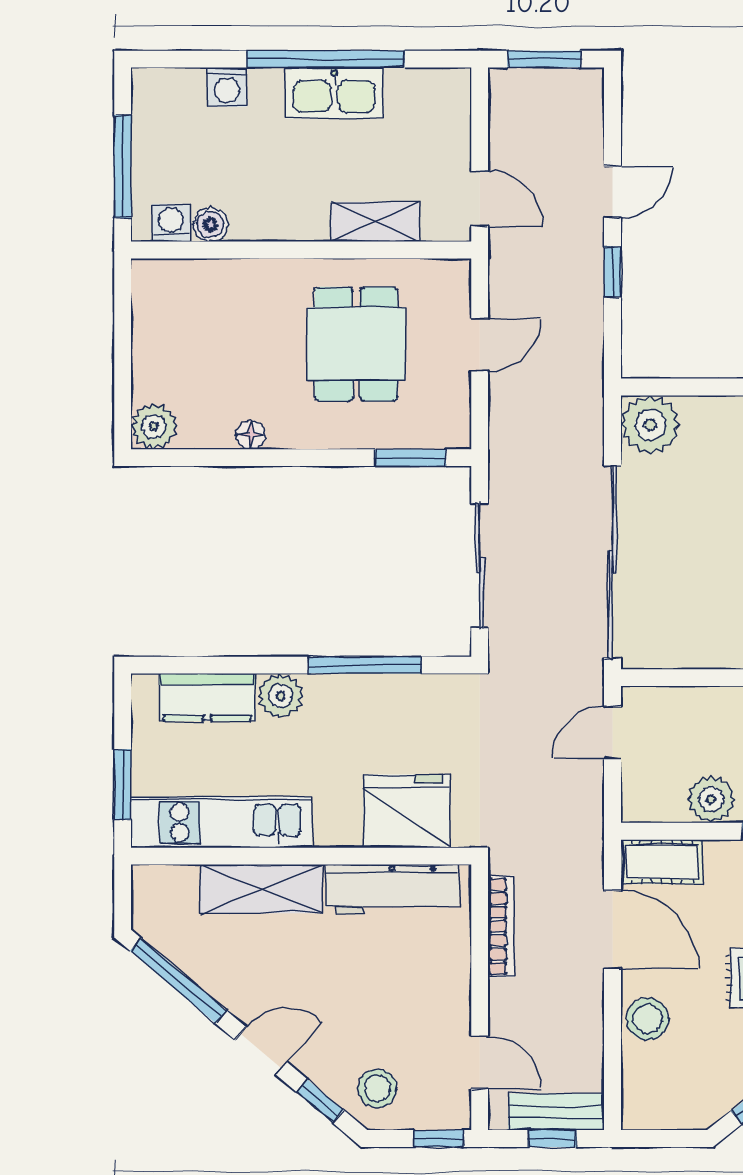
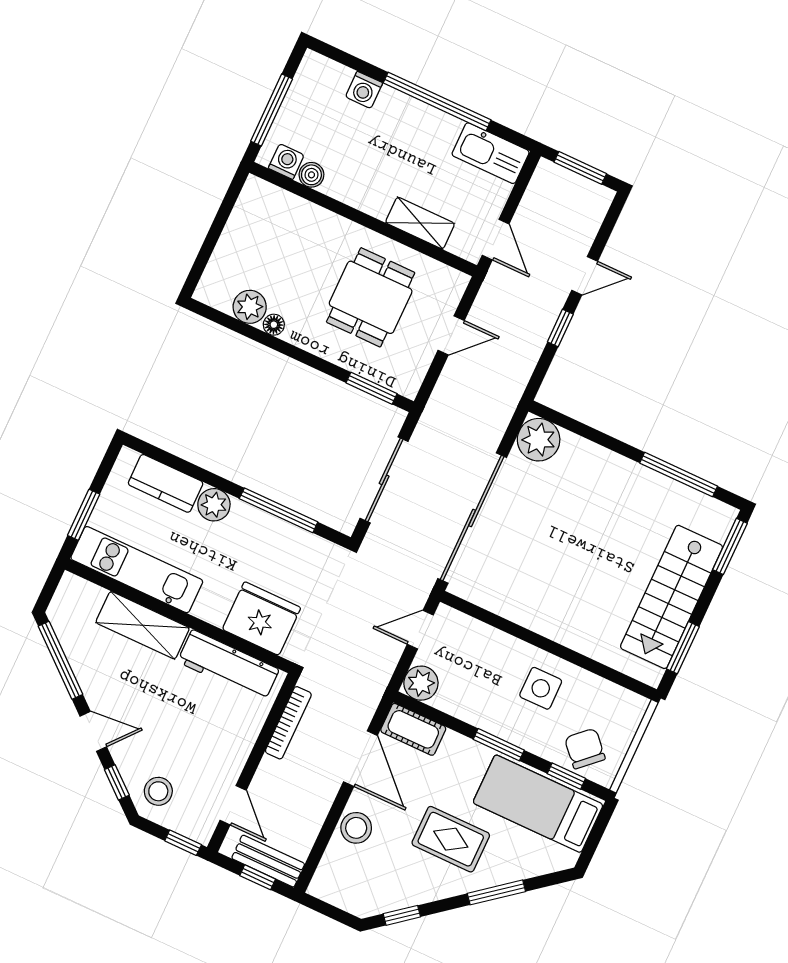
kitchen sink: (334, 93) -> (491, 153), moved
plant: (154, 426) -> (250, 307), moved
plant: (711, 799) -> (421, 683), moved

